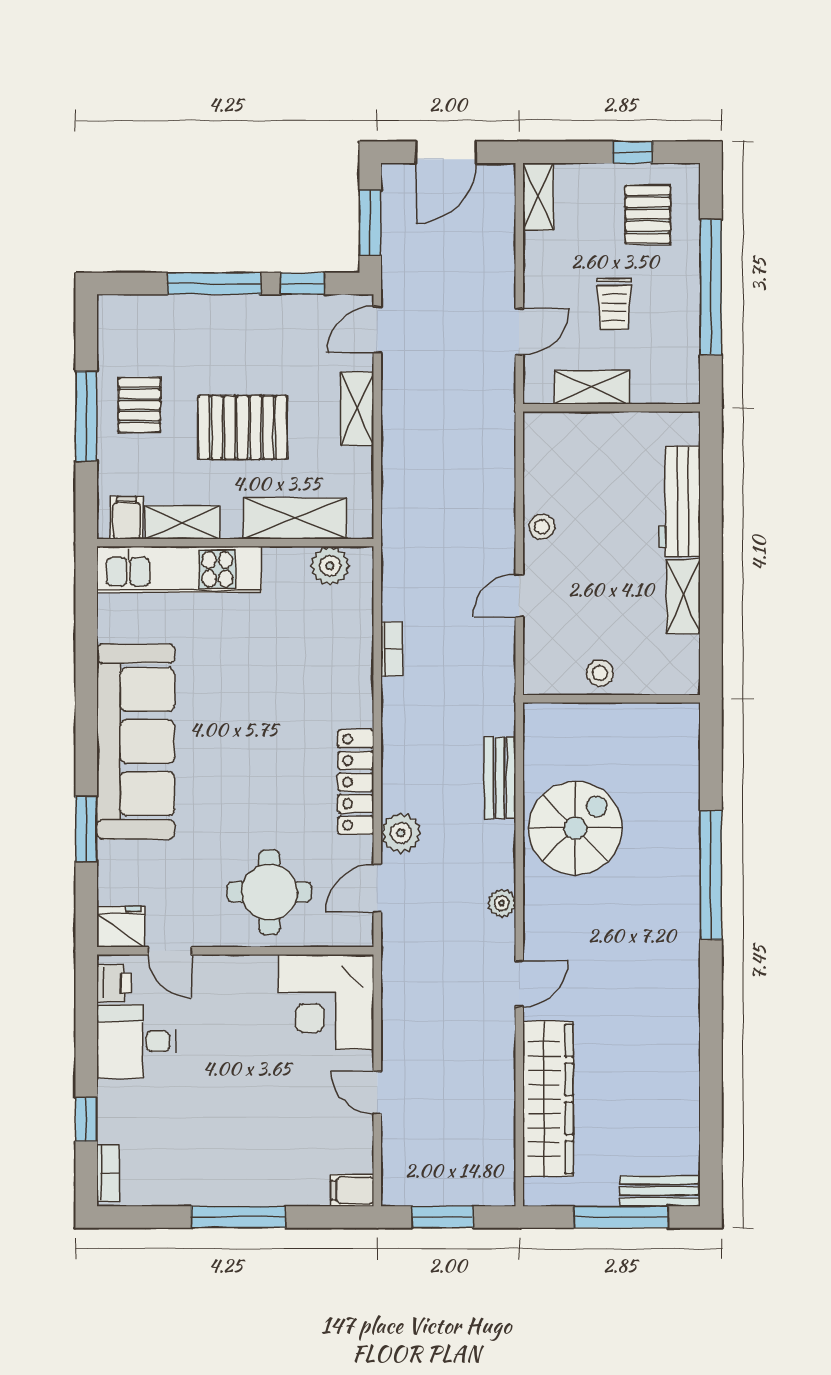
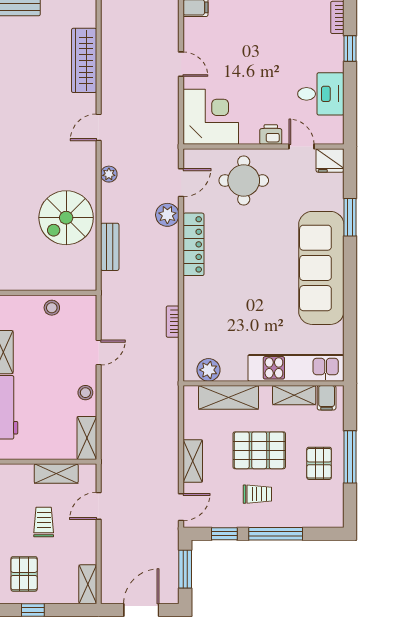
trolley: (246, 352) -> (257, 494), added
shelving: (540, 449) -> (87, 438), added
printer: (114, 983) -> (271, 134), moved, turned 90
wardrobe: (548, 1099) -> (84, 60), width x0.71, depth x0.85

